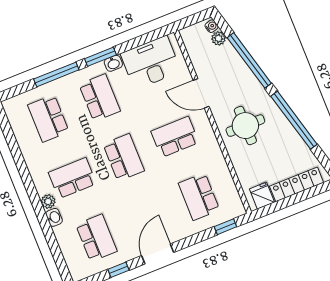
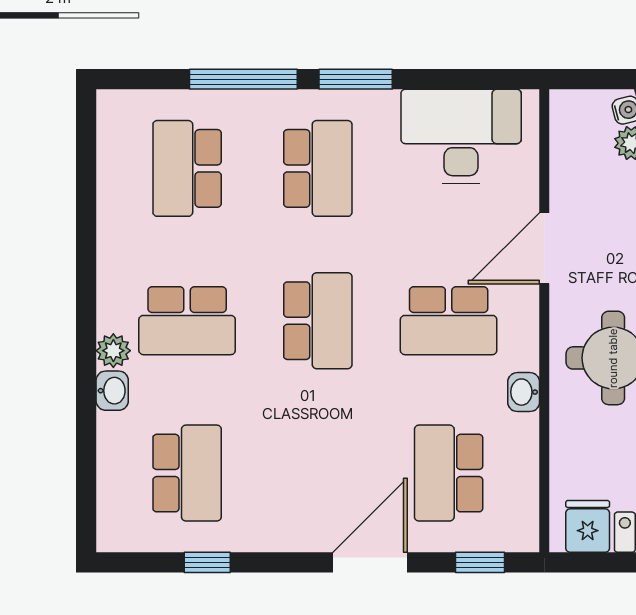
washbasin: (113, 63) -> (524, 392), moved, turned 90
door: (201, 93) -> (544, 248), hinge flipped
school desk: (175, 137) -> (449, 321), turned 180
school desk: (72, 178) -> (187, 321), turned 180
door: (158, 254) -> (370, 562), moved

